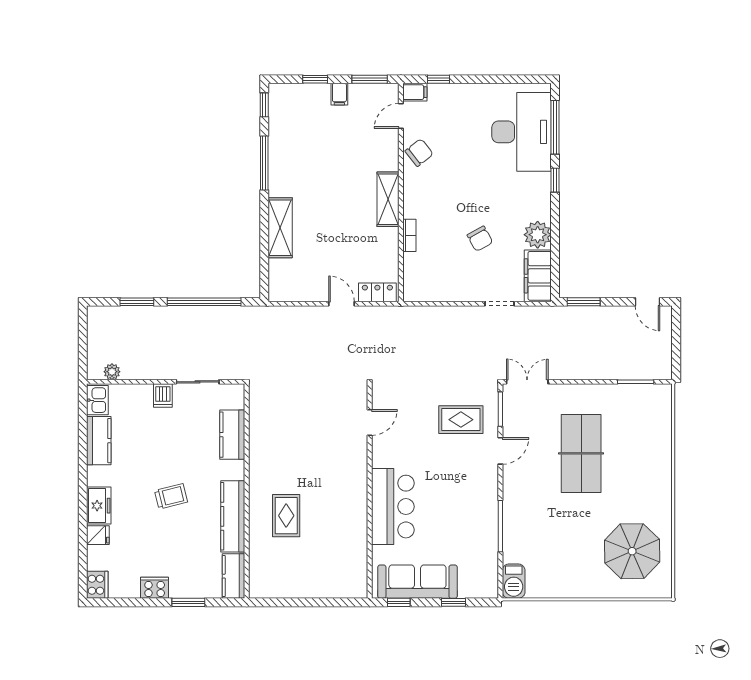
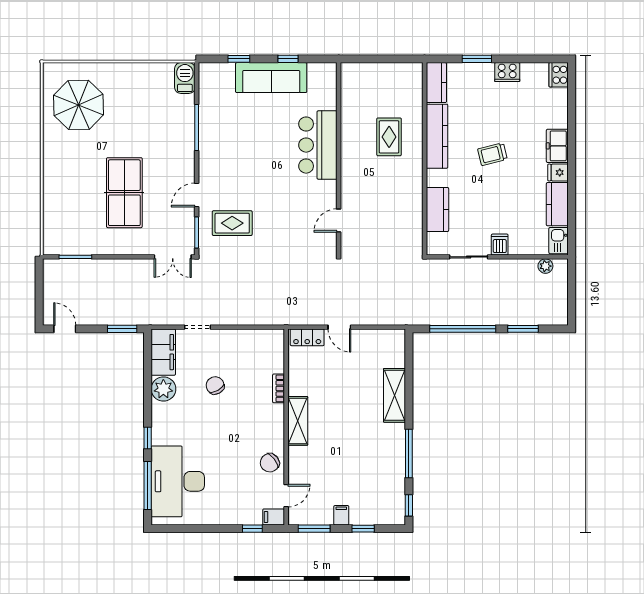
door: (370, 422) -> (339, 220), moved
wall: (370, 491) -> (339, 159), moved
bar counter: (393, 507) -> (318, 145), moved
fridge: (98, 535) -> (558, 173), moved

